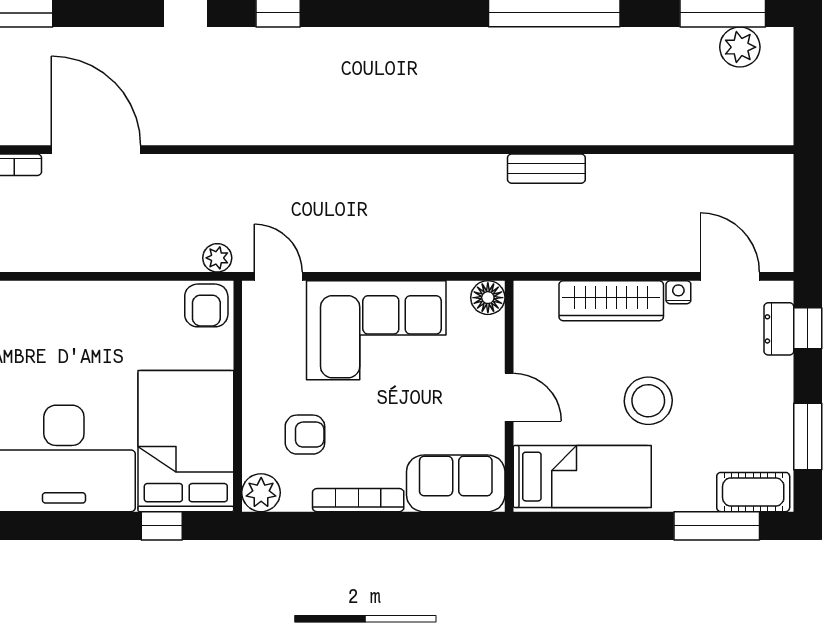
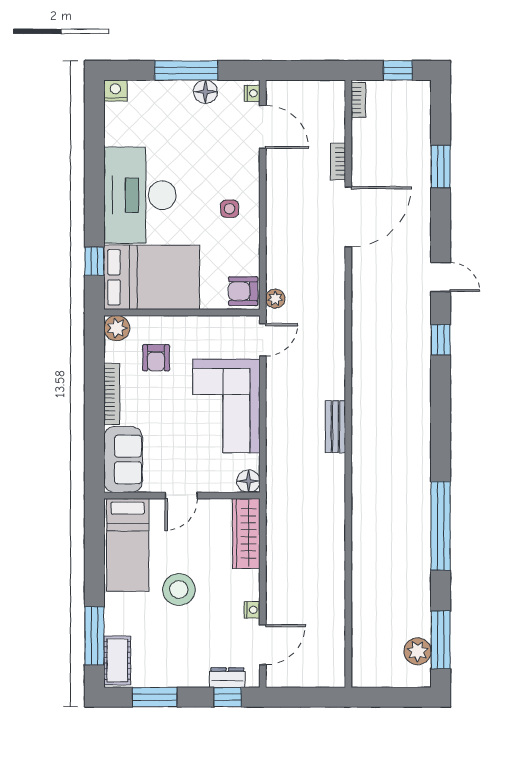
bench: (546, 169) -> (335, 427), moved
wardrobe: (611, 301) -> (246, 533), moved
side table: (84, 326) -> (230, 209), added

